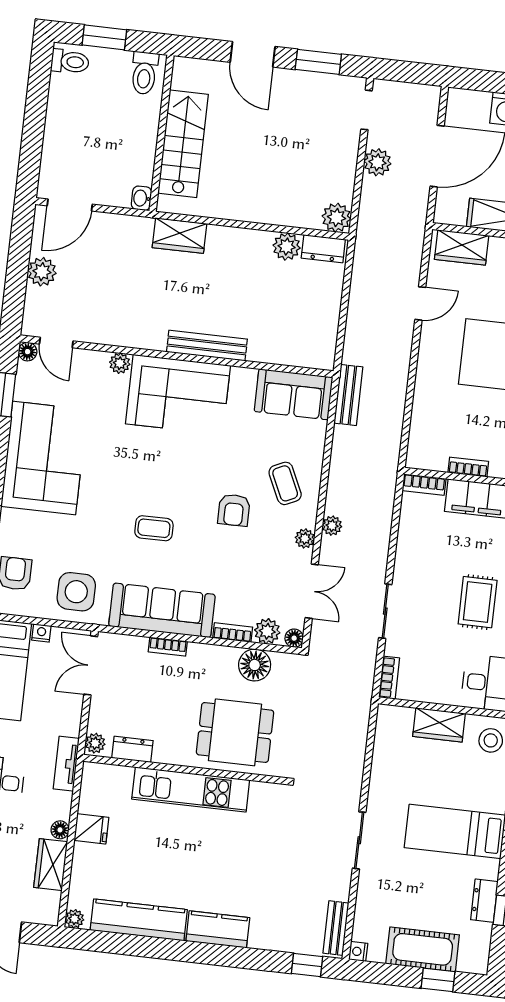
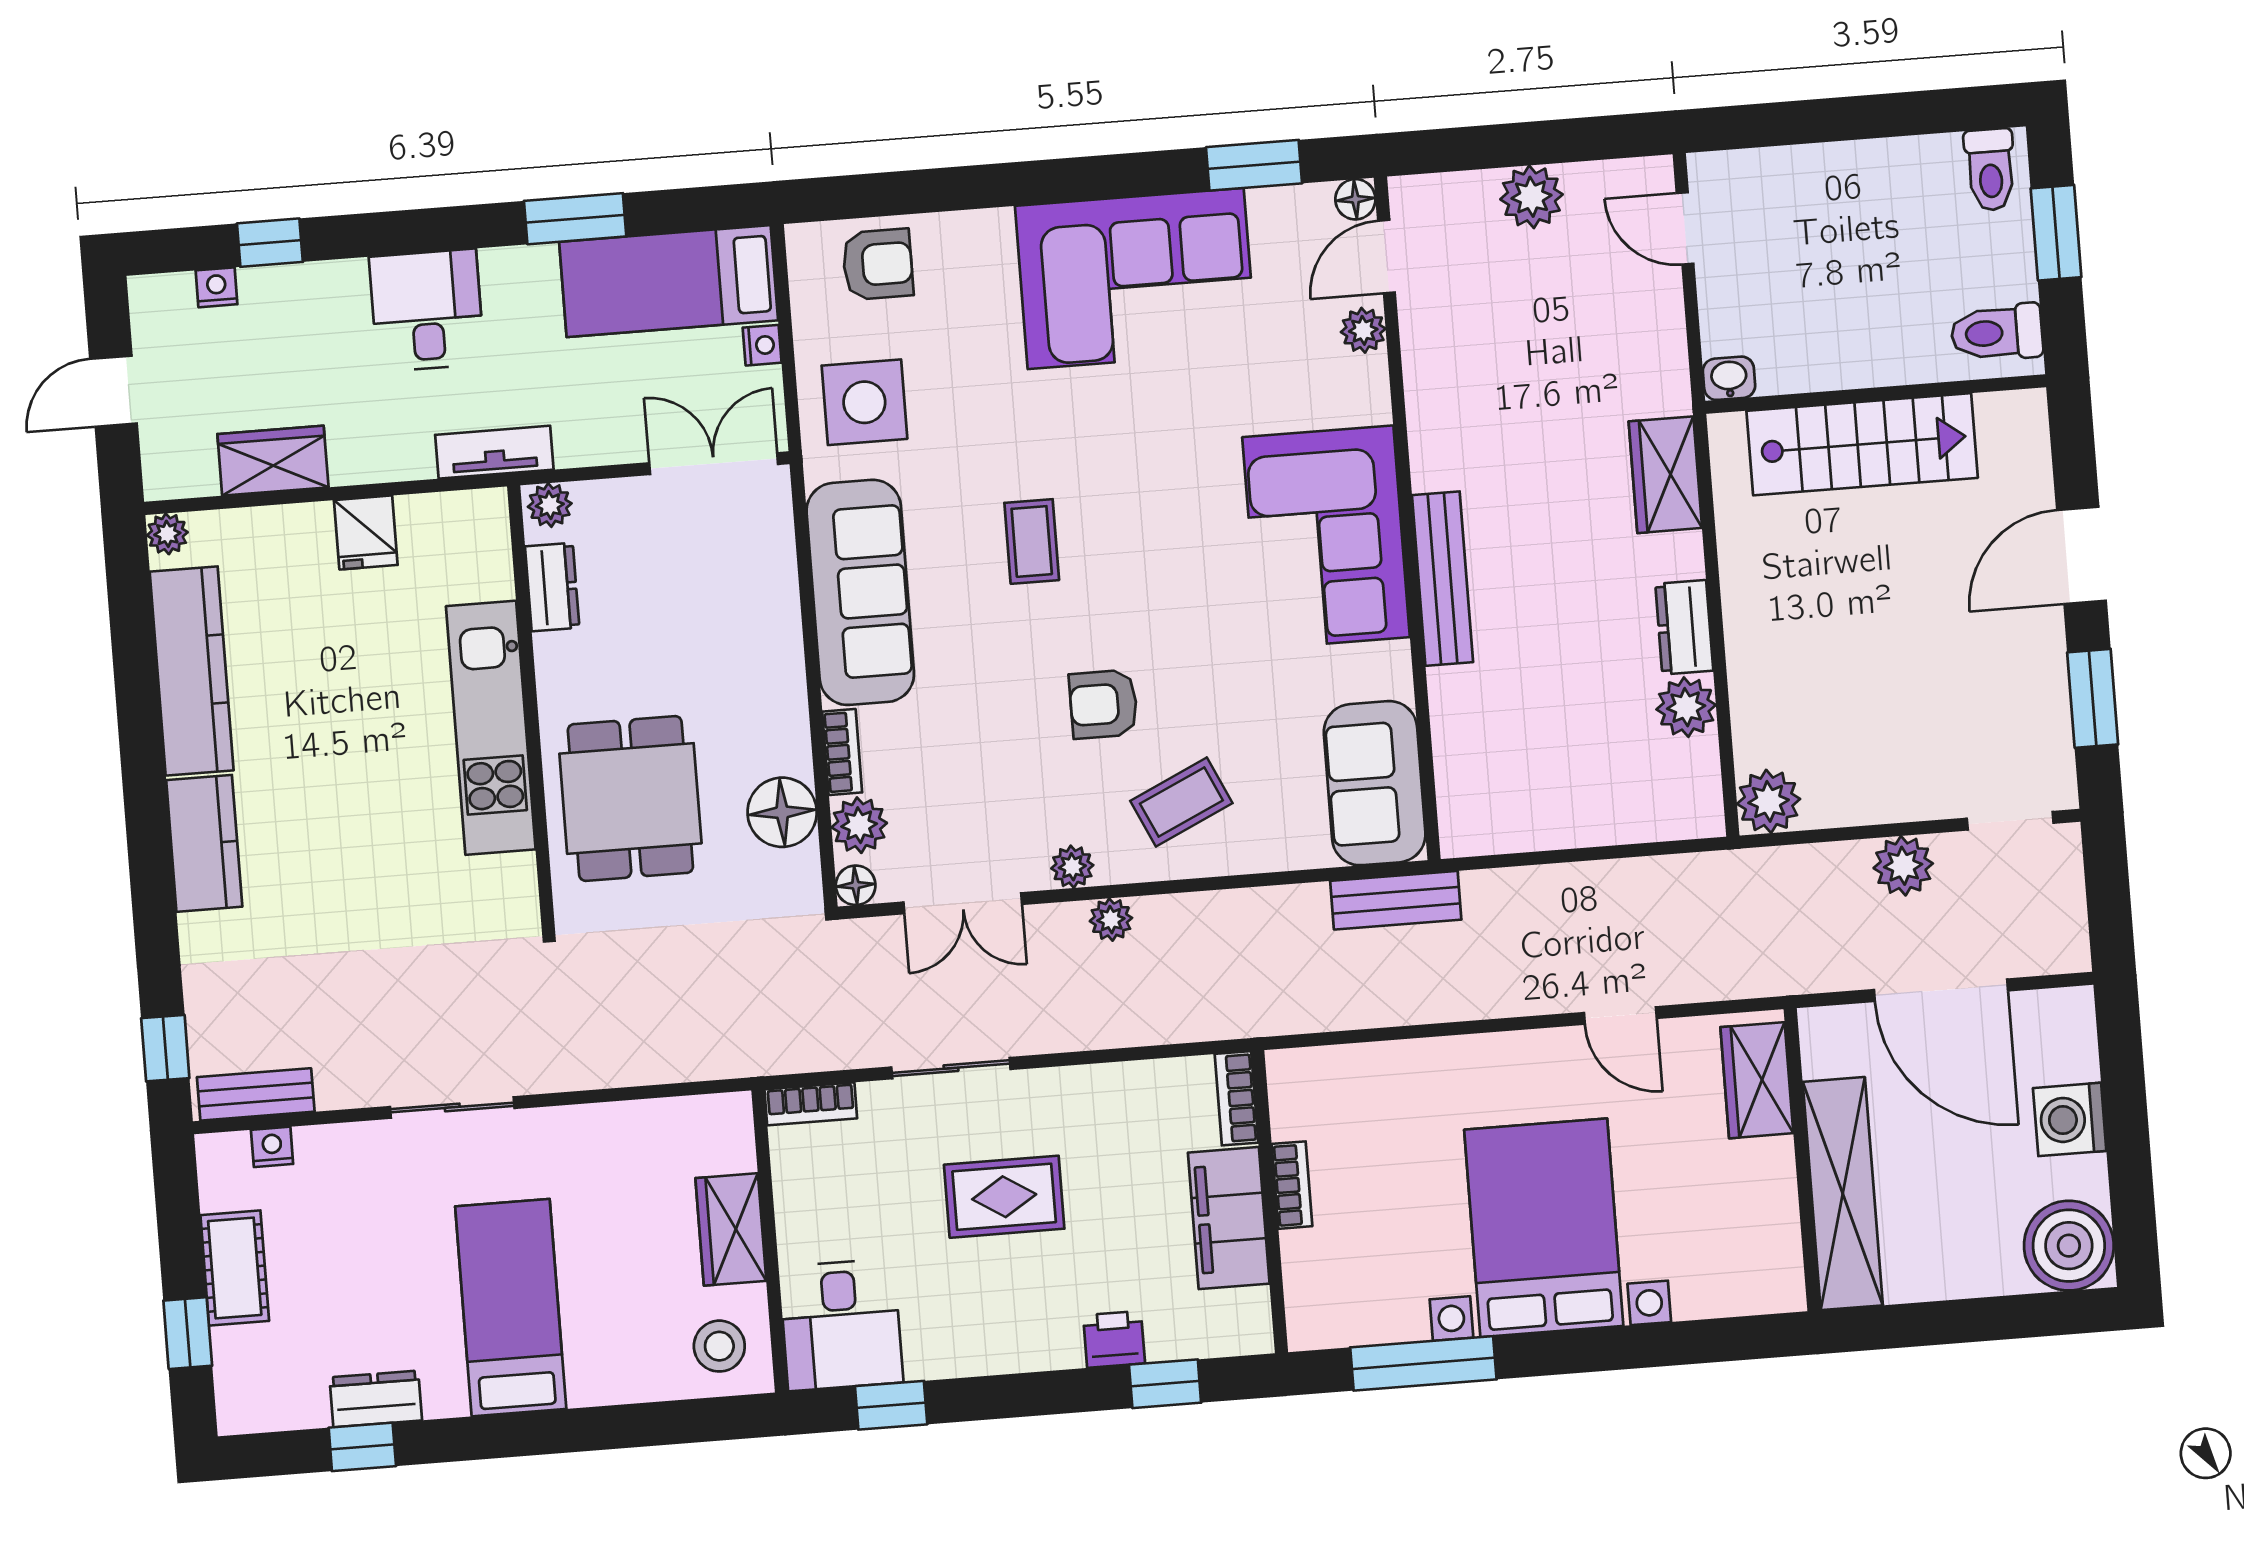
door: (70, 205) -> (1685, 228), width x0.73
dresser: (323, 249) -> (1684, 627), moved
plant: (120, 363) -> (1363, 330), moved
rug: (478, 602) -> (1004, 1197), moved
bookcase: (168, 647) -> (785, 620), removed
floor lamp: (60, 830) -> (351, 466), removed
cot: (423, 949) -> (235, 1268), width x0.73, depth x0.75
nightstand: (358, 952) -> (272, 1147), moved

